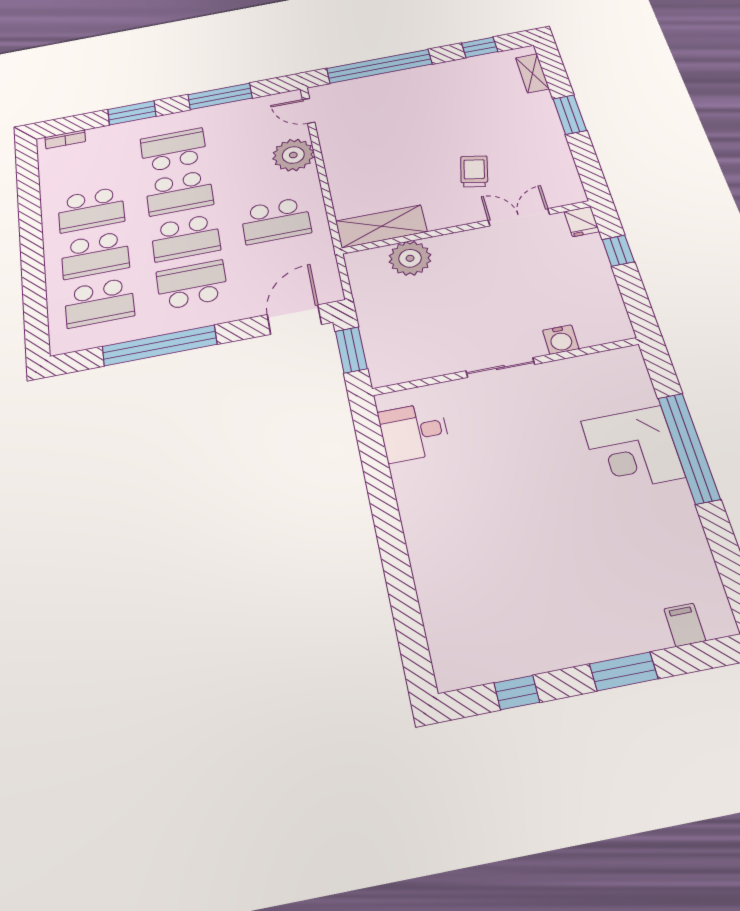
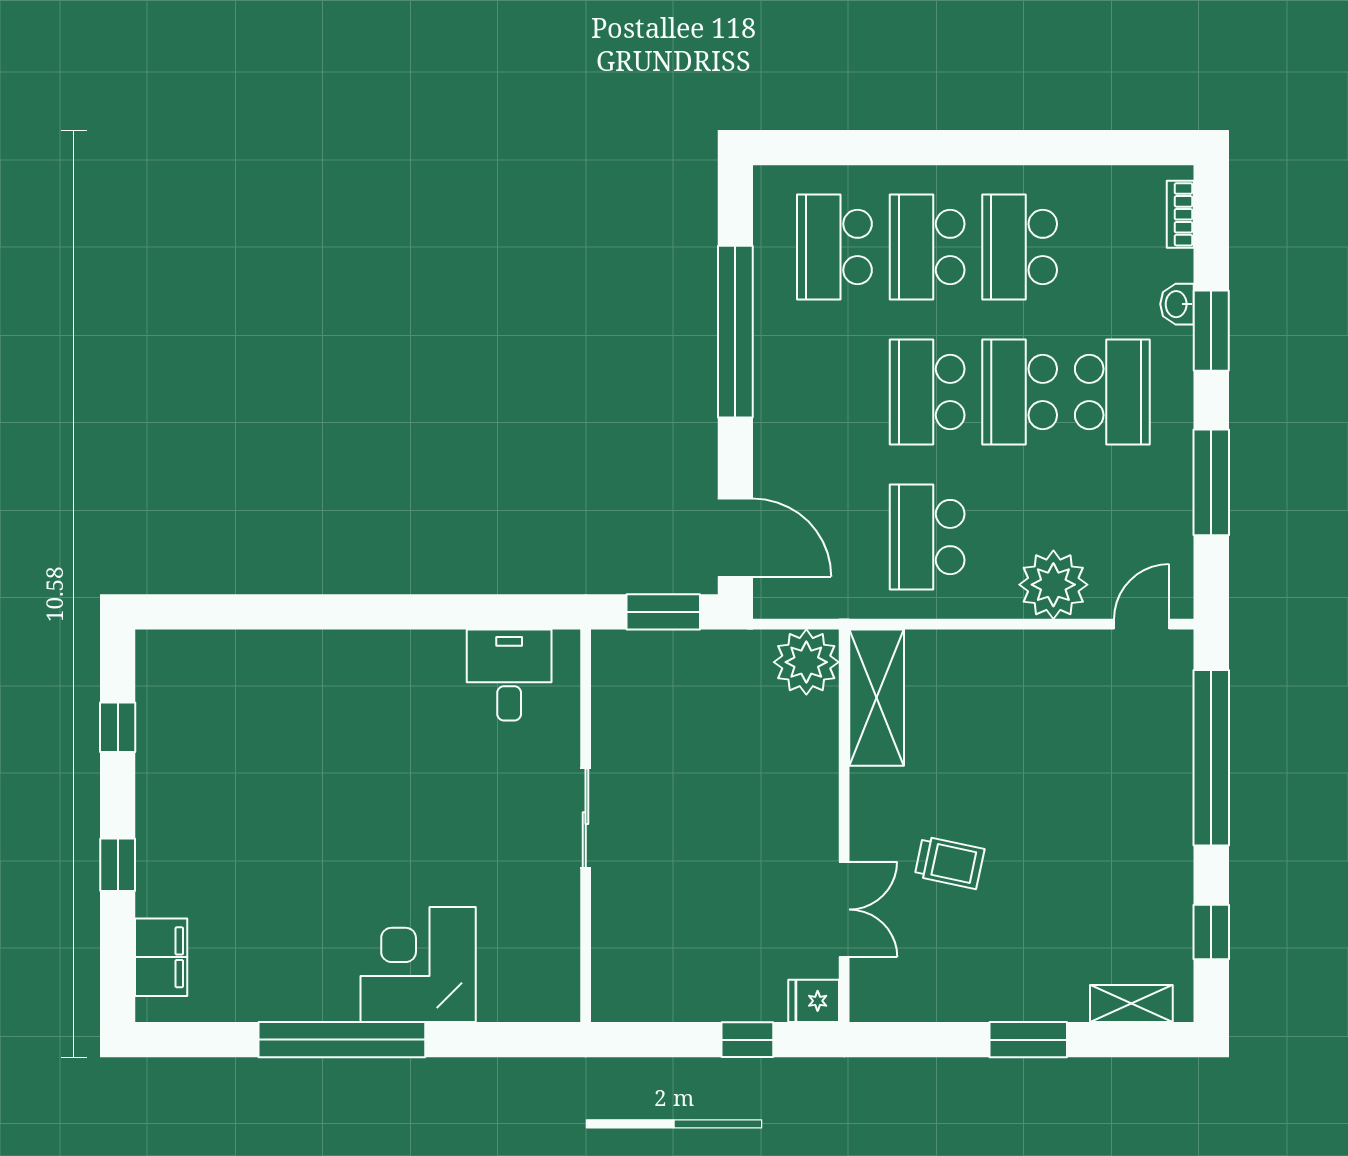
washbasin: (118, 131) -> (1177, 304), added
plant: (410, 258) -> (806, 662), moved
school desk: (192, 285) -> (834, 392), removed
water cooler: (561, 340) -> (613, 915), removed
window: (689, 448) -> (342, 1040), moved
filing cabinet: (685, 625) -> (161, 957), width x2.00
window: (624, 671) -> (118, 865), width x0.67

